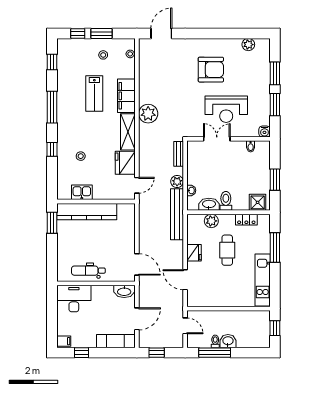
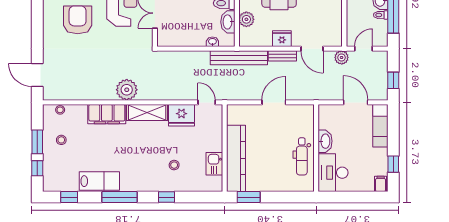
lab bench: (94, 93) -> (99, 181), moved
bench: (179, 154) -> (282, 56), moved
plant: (177, 182) -> (342, 57), moved
door: (137, 264) -> (274, 102), moved
door: (185, 280) -> (312, 49), hinge flipped
washbasin: (124, 291) -> (325, 141), moved

